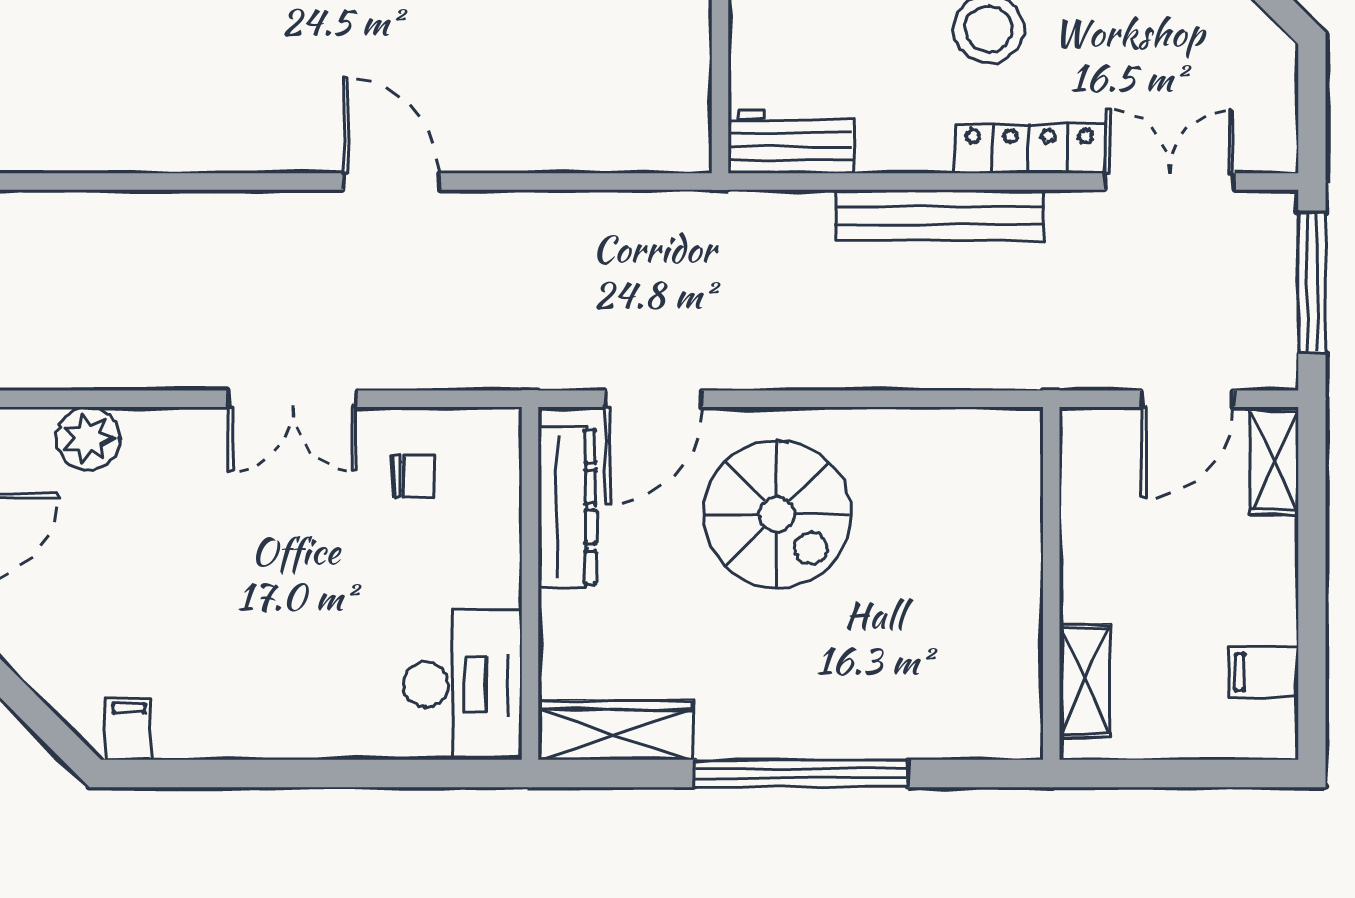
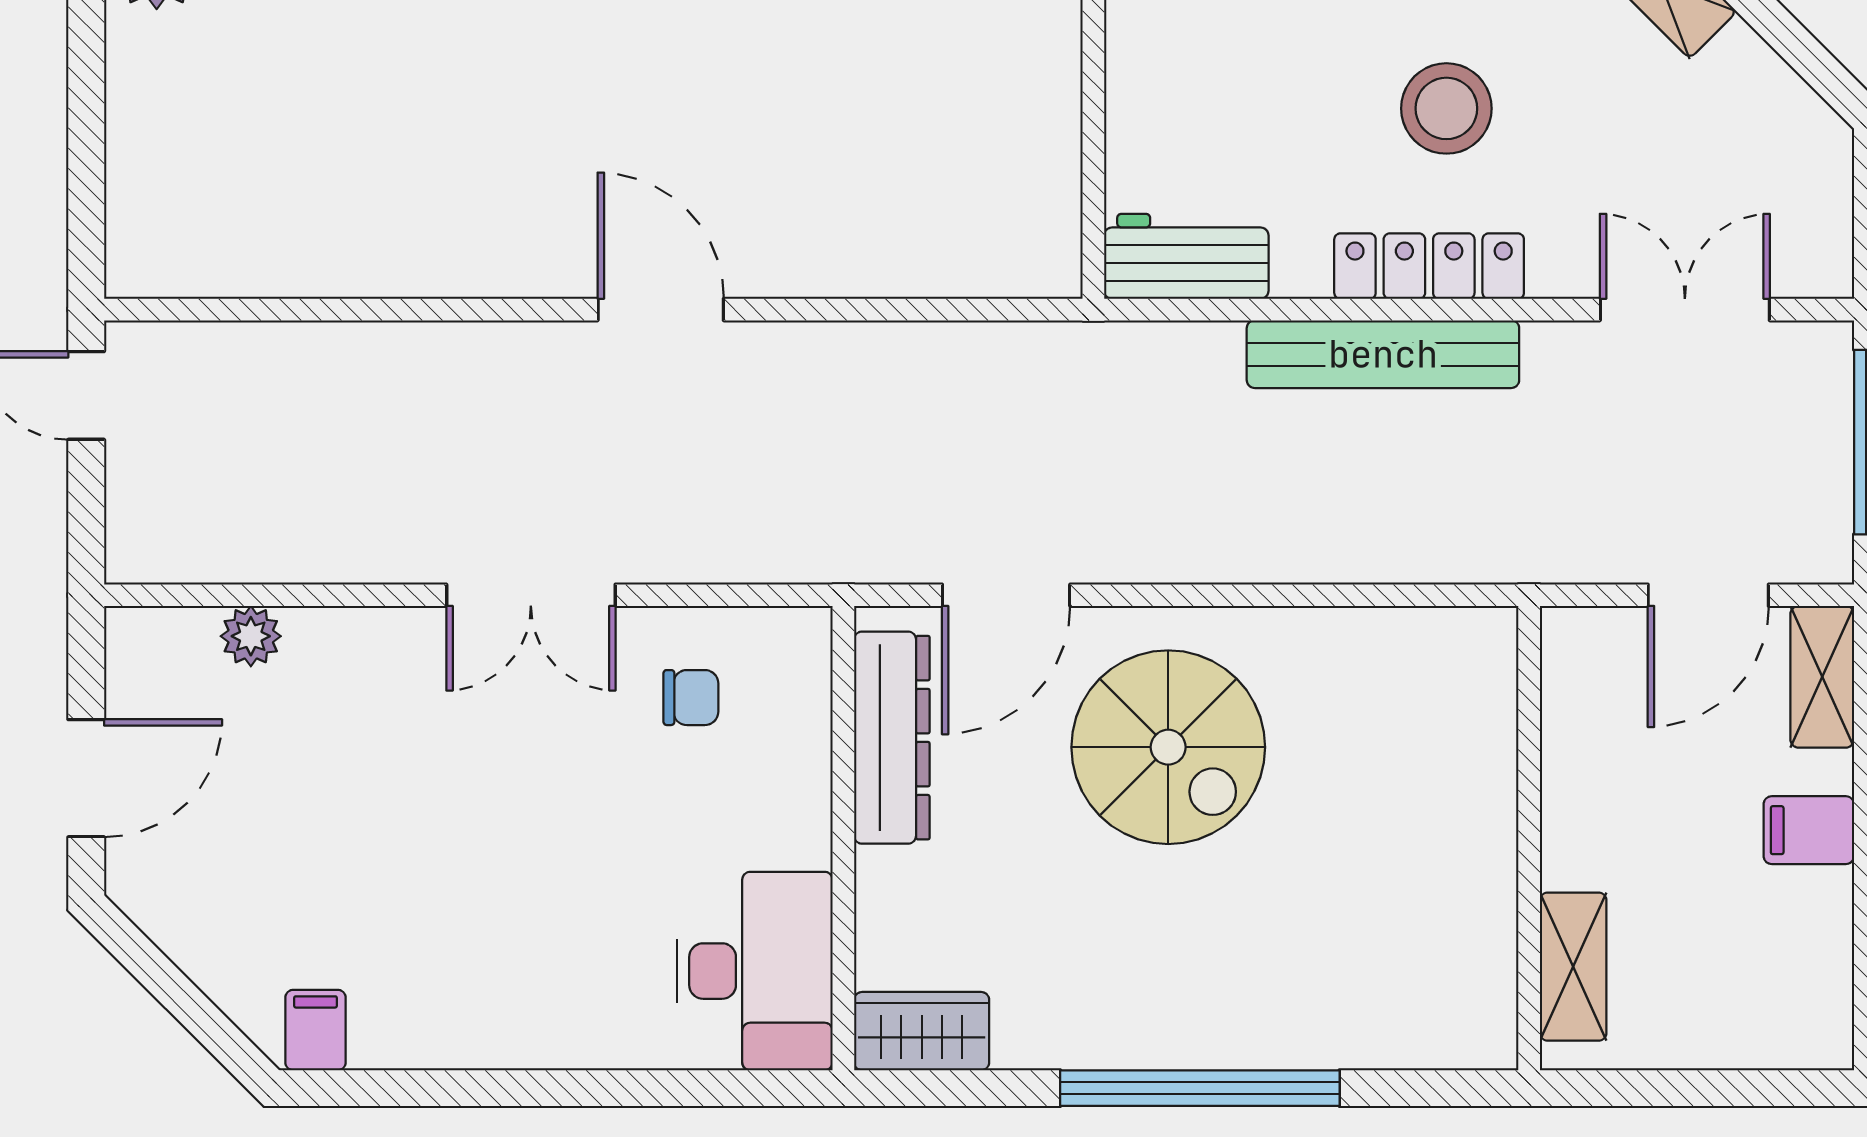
locker: (1029, 149) -> (1429, 266), moved
plant: (88, 439) -> (251, 636), width x0.73, depth x0.73
filing cabinet: (1264, 672) -> (1809, 830), moved
wardrobe: (615, 730) -> (922, 1031), width x0.67

